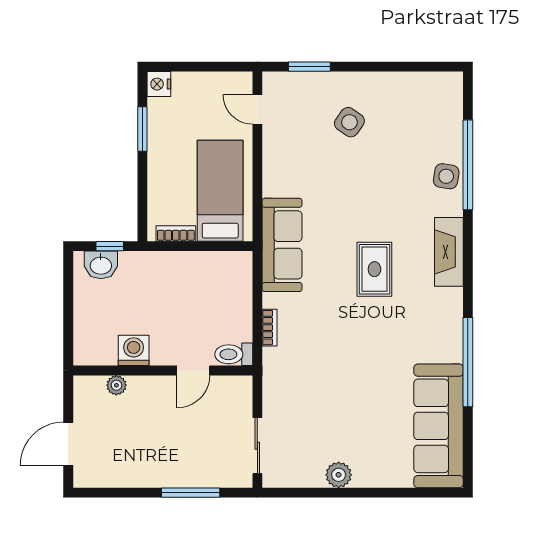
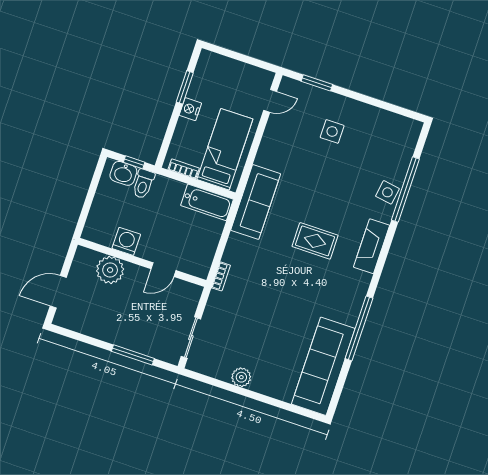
nightstand: (159, 84) -> (190, 109), moved
door: (257, 110) -> (270, 101), swing flipped
side table: (349, 122) -> (332, 131), turned -35
bathtub: (220, 266) -> (207, 202), added
rug: (374, 269) -> (315, 241), turned 90
bookcase: (269, 328) -> (221, 276), moved
toilet: (234, 354) -> (143, 184), moved, turned -90
plant: (116, 385) -> (110, 270), width x1.88, depth x1.88

